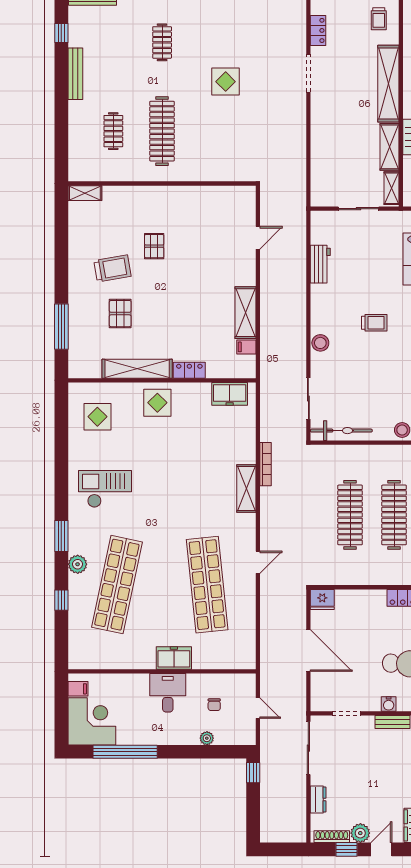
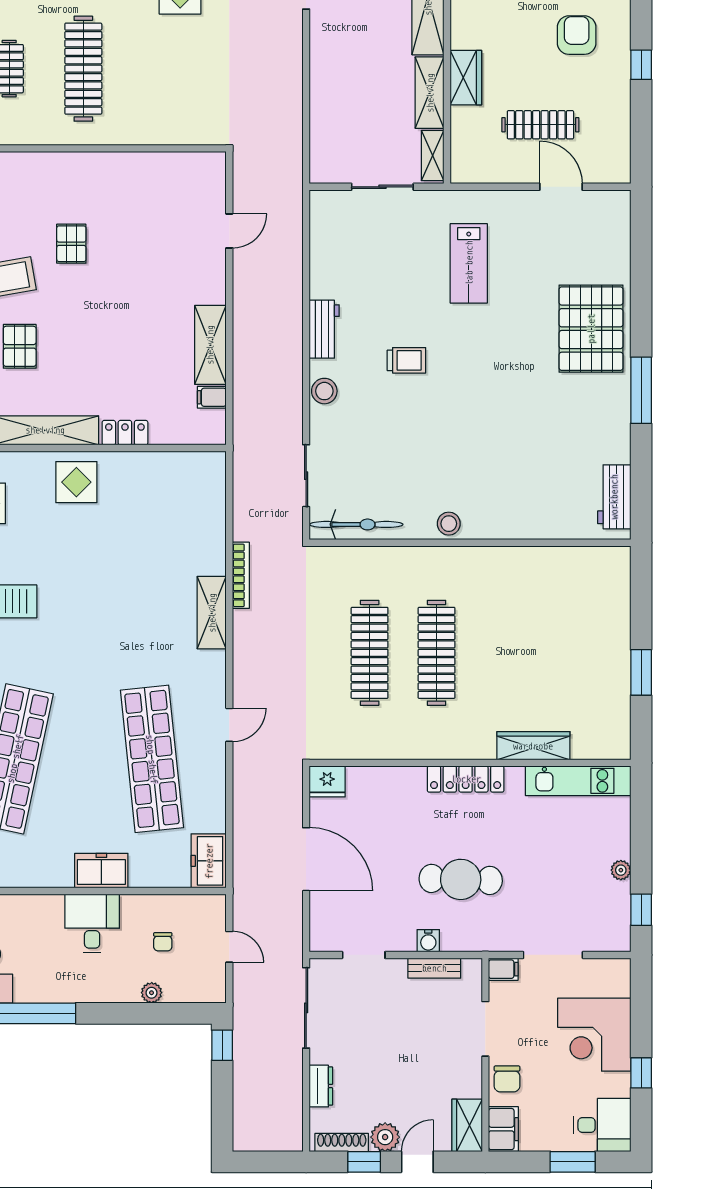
workbench: (320, 264) -> (324, 329), moved
freezer: (230, 394) -> (209, 861), moved, turned 90

